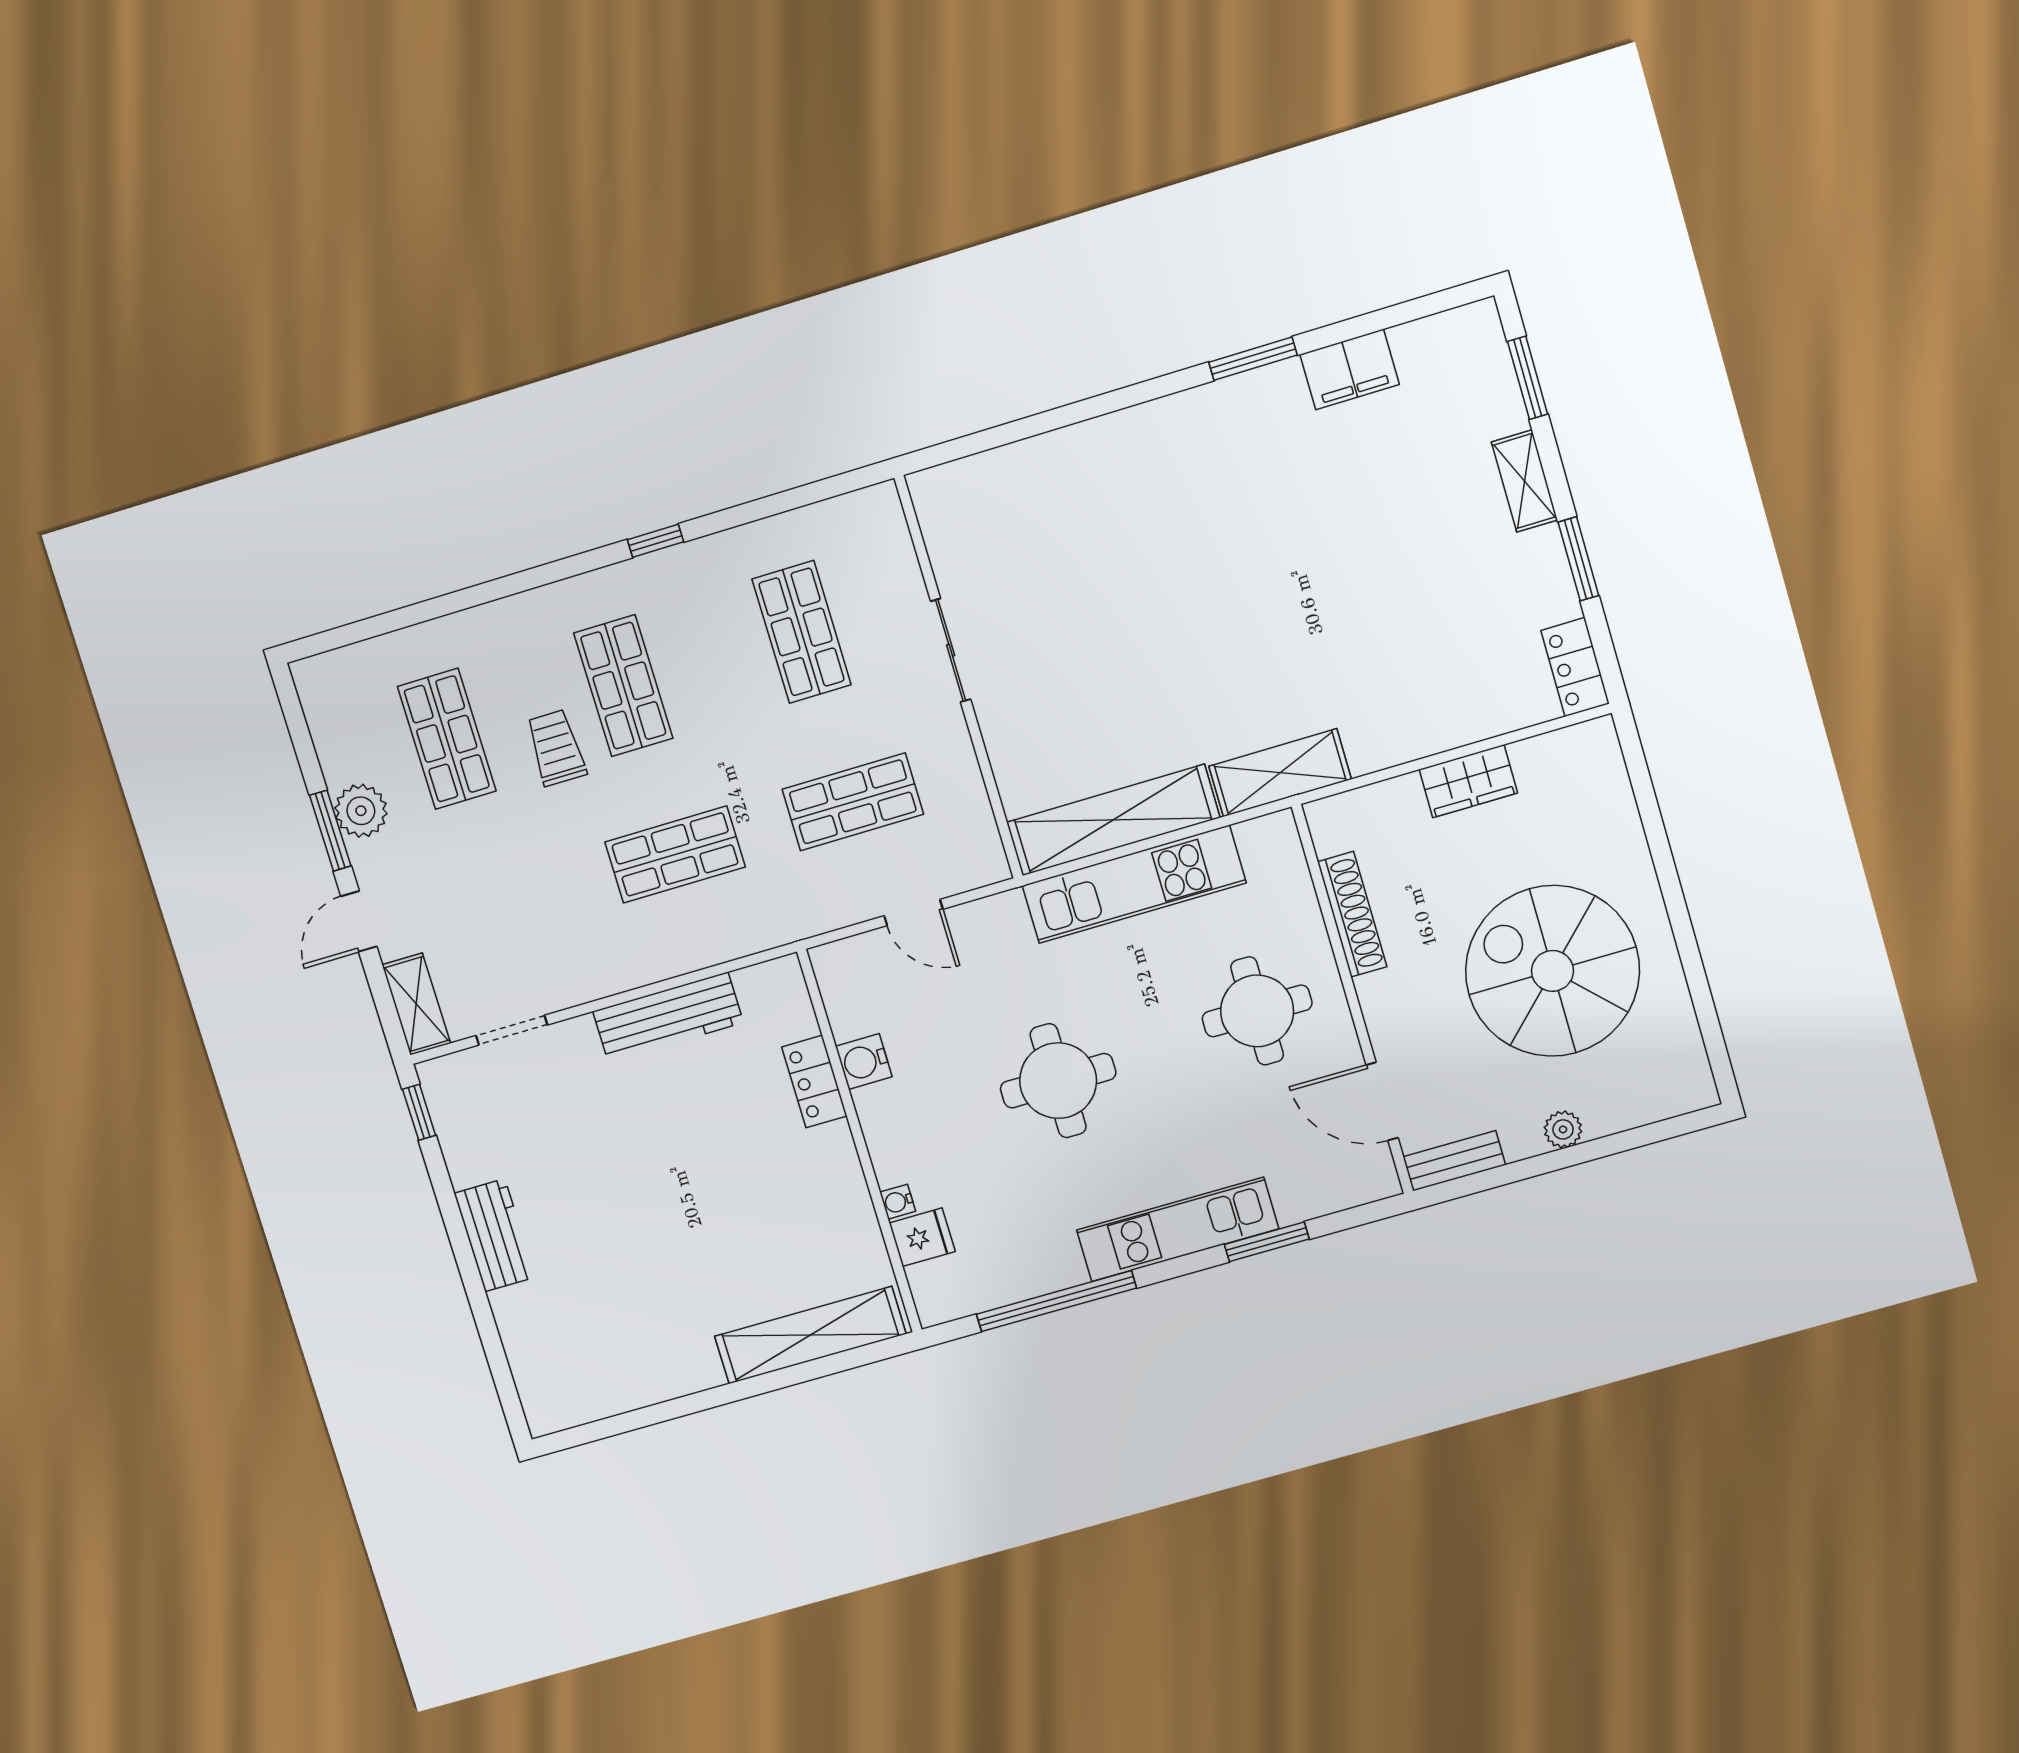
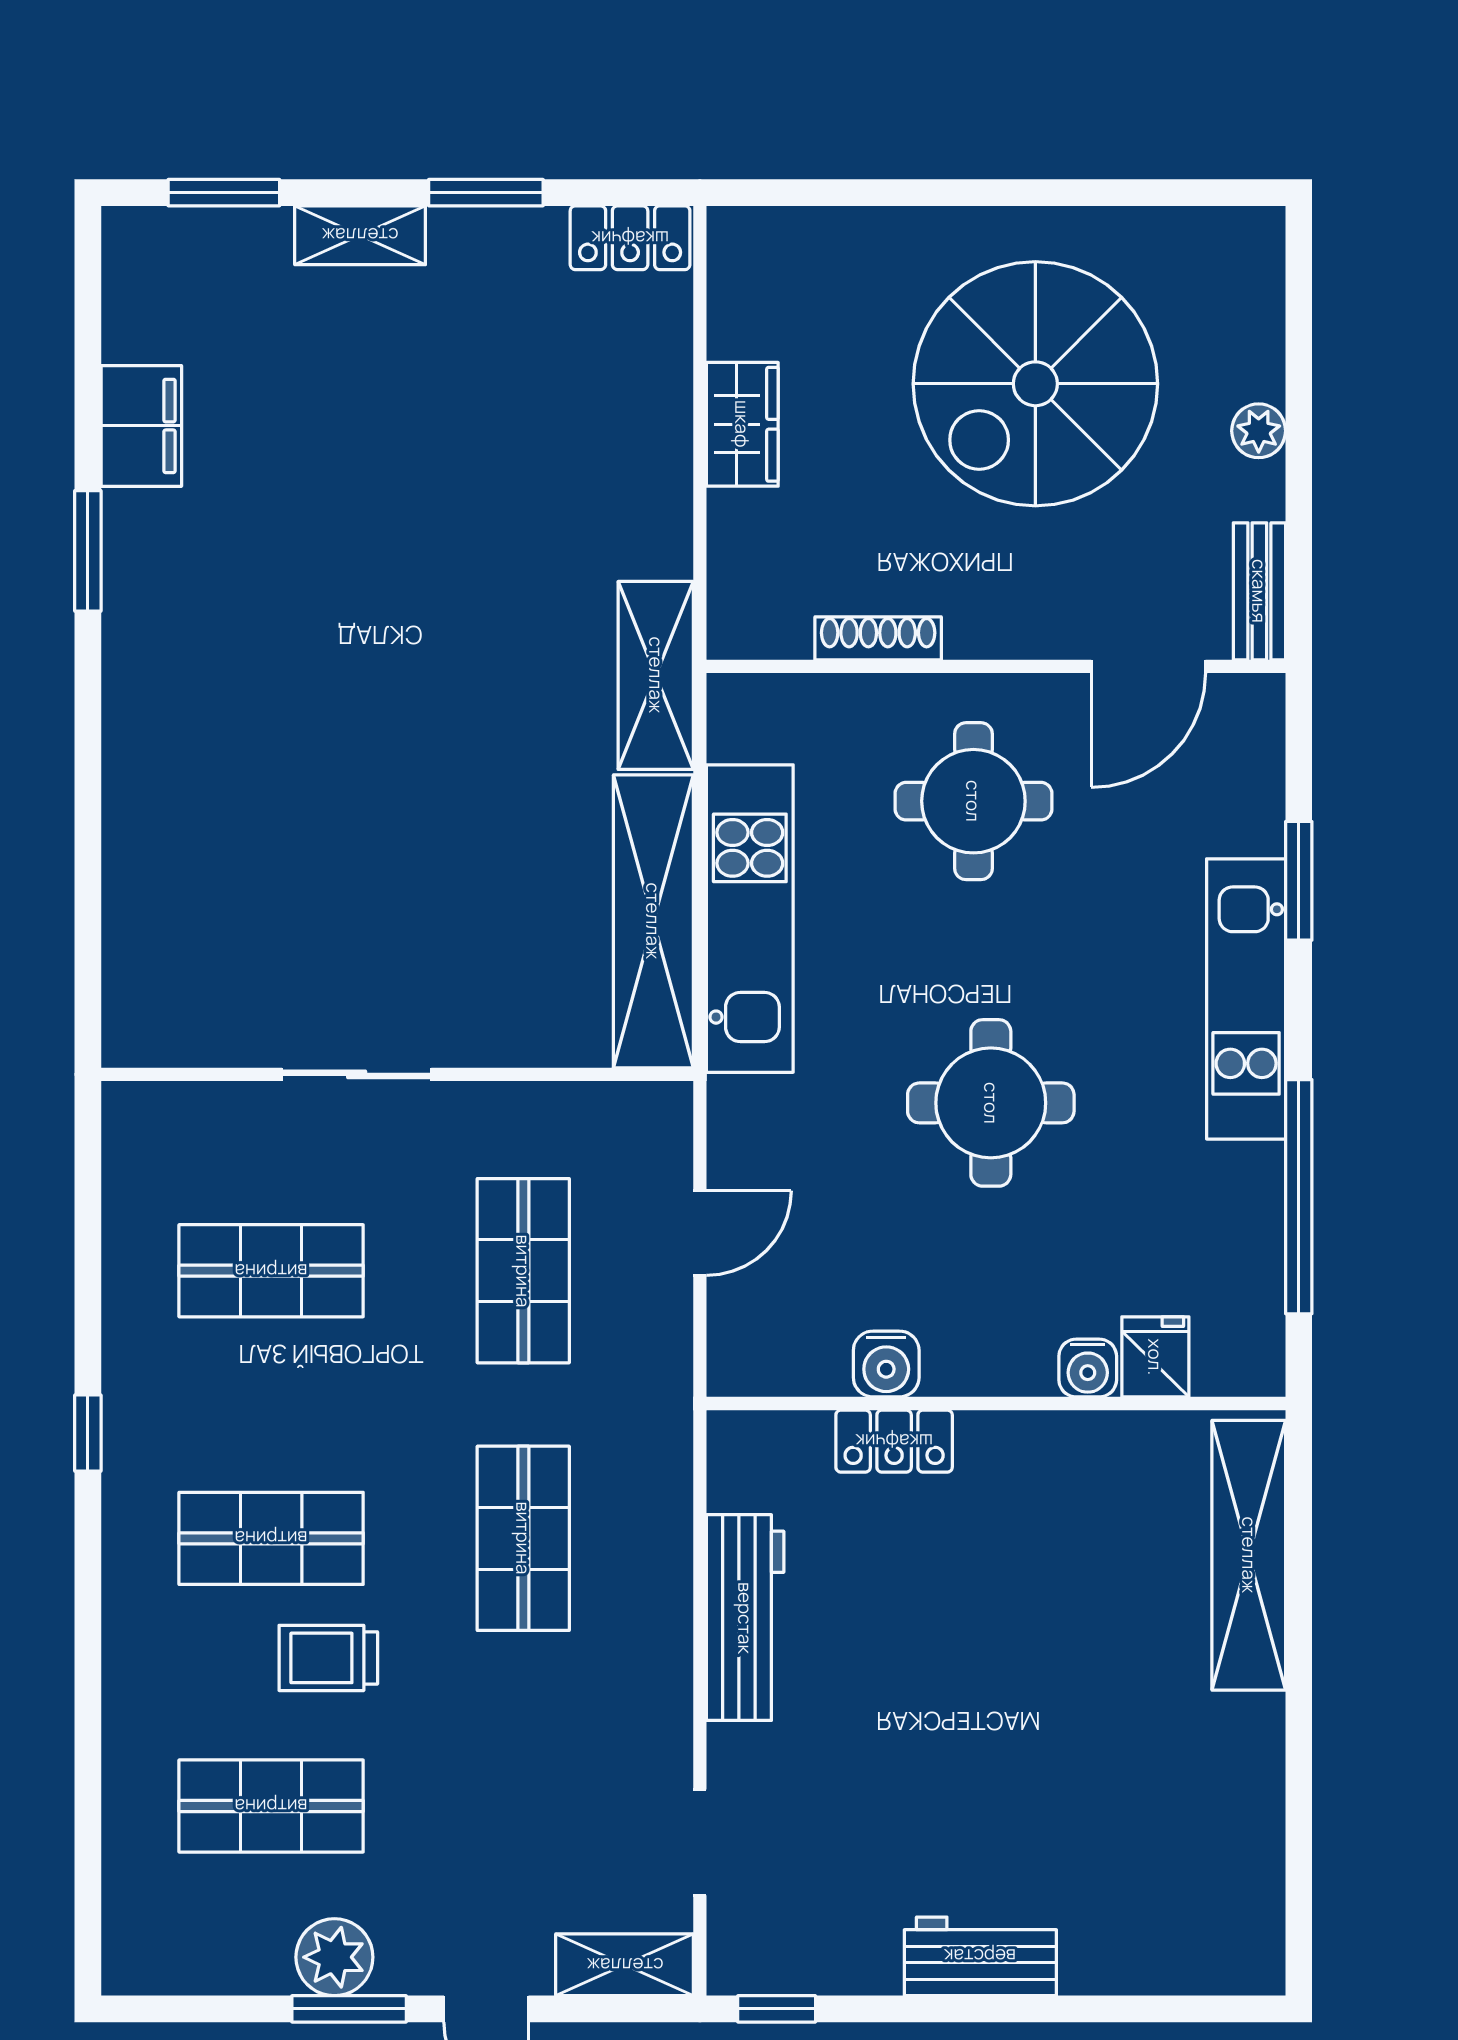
shoe rack: (1352, 914) -> (878, 638), width x0.74, depth x0.81
water cooler: (898, 1202) -> (1088, 1368), width x1.38, depth x1.38

